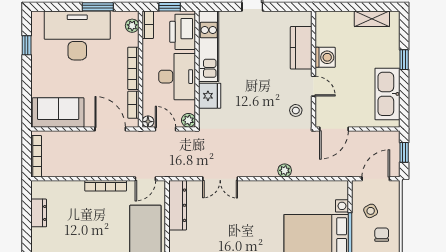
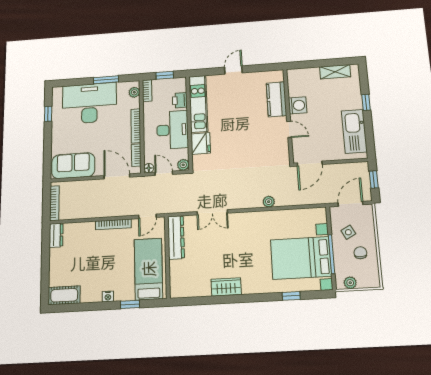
printer: (183, 32) -> (180, 100), width x0.53, depth x0.68
stool: (296, 110) -> (275, 150), removed
dresser: (39, 213) -> (56, 235), moved

